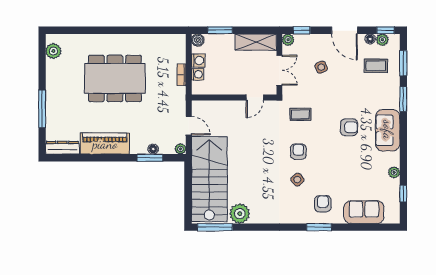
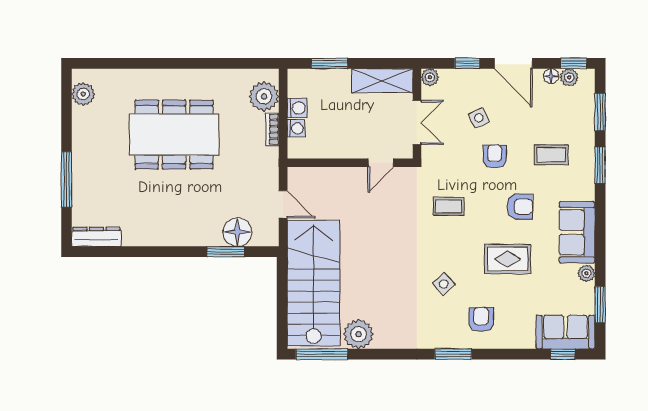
window: (302, 30) -> (467, 63), moved
boiler: (198, 40) -> (296, 78), removed
coffee table: (376, 66) -> (551, 155), moved
coffee table: (300, 114) -> (449, 206), moved
sofa: (388, 130) -> (577, 232), moved
piano: (105, 144) -> (159, 231), removed
floor lamp: (153, 149) -> (237, 232), width x1.89, depth x1.89
plant: (180, 149) -> (264, 96), moved, width x1.88, depth x1.88
armchair: (298, 152) -> (495, 156), moved
rug: (341, 163) -> (508, 259), added
window: (403, 194) -> (600, 305), width x1.50
sofa: (364, 212) -> (565, 332), moved
window: (319, 227) -> (453, 354), moved
window: (378, 227) -> (563, 354), added

